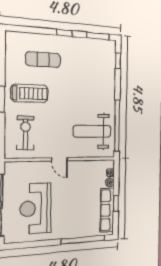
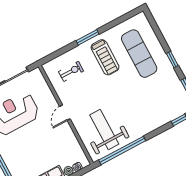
exercise mat: (43, 60) -> (139, 54), width x1.36, depth x1.45
exercise bike: (25, 133) -> (71, 71), width x0.73, depth x0.72

